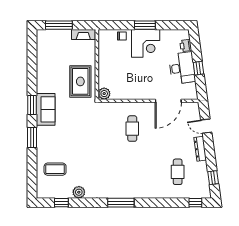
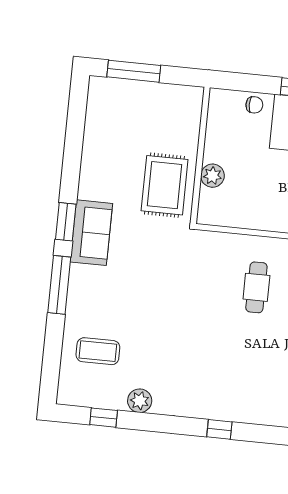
fireplace: (83, 34) -> (180, 94), removed
plant: (104, 94) -> (212, 176), moved
window: (32, 138) -> (59, 285), width x1.44
window: (121, 203) -> (219, 429), width x0.46

